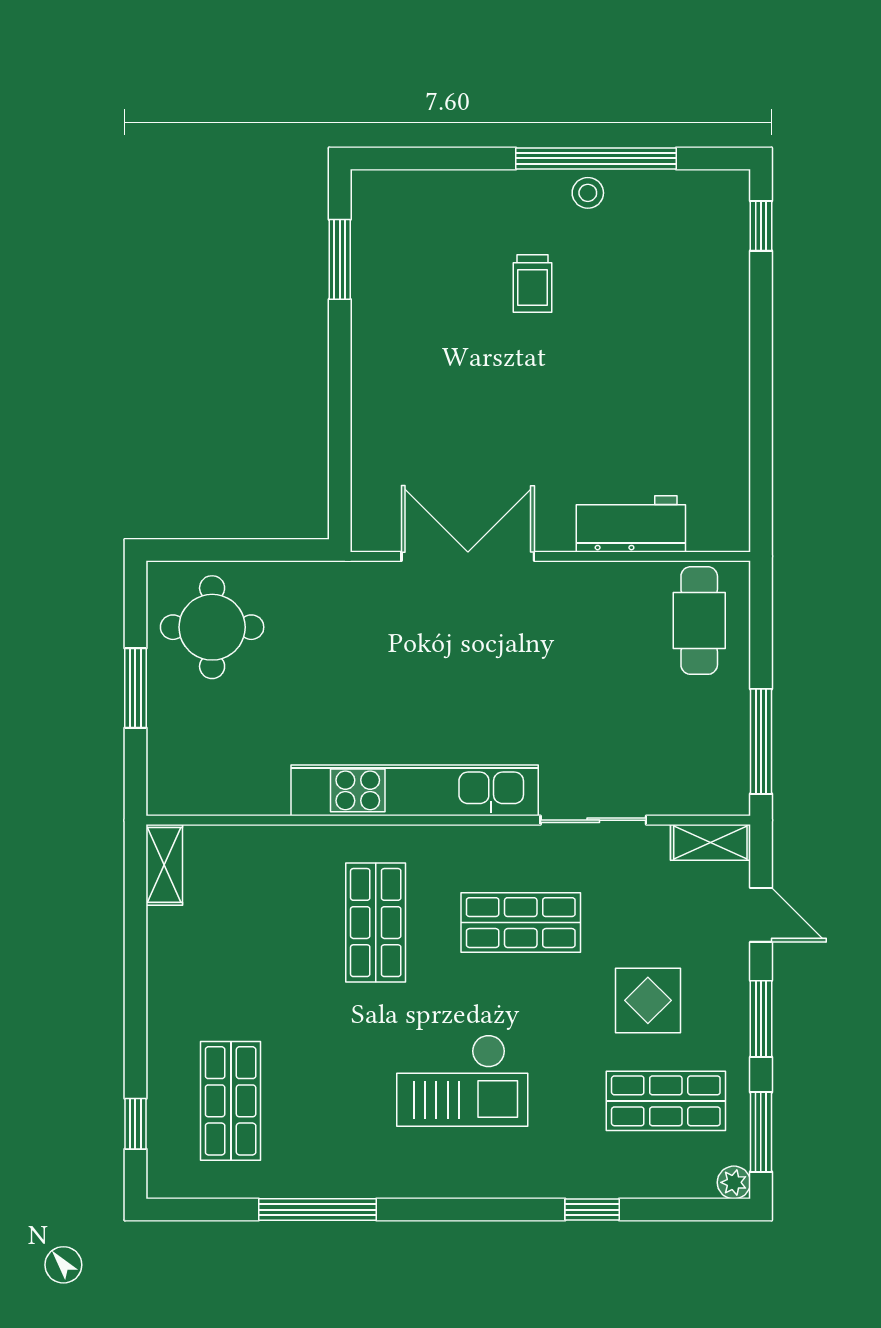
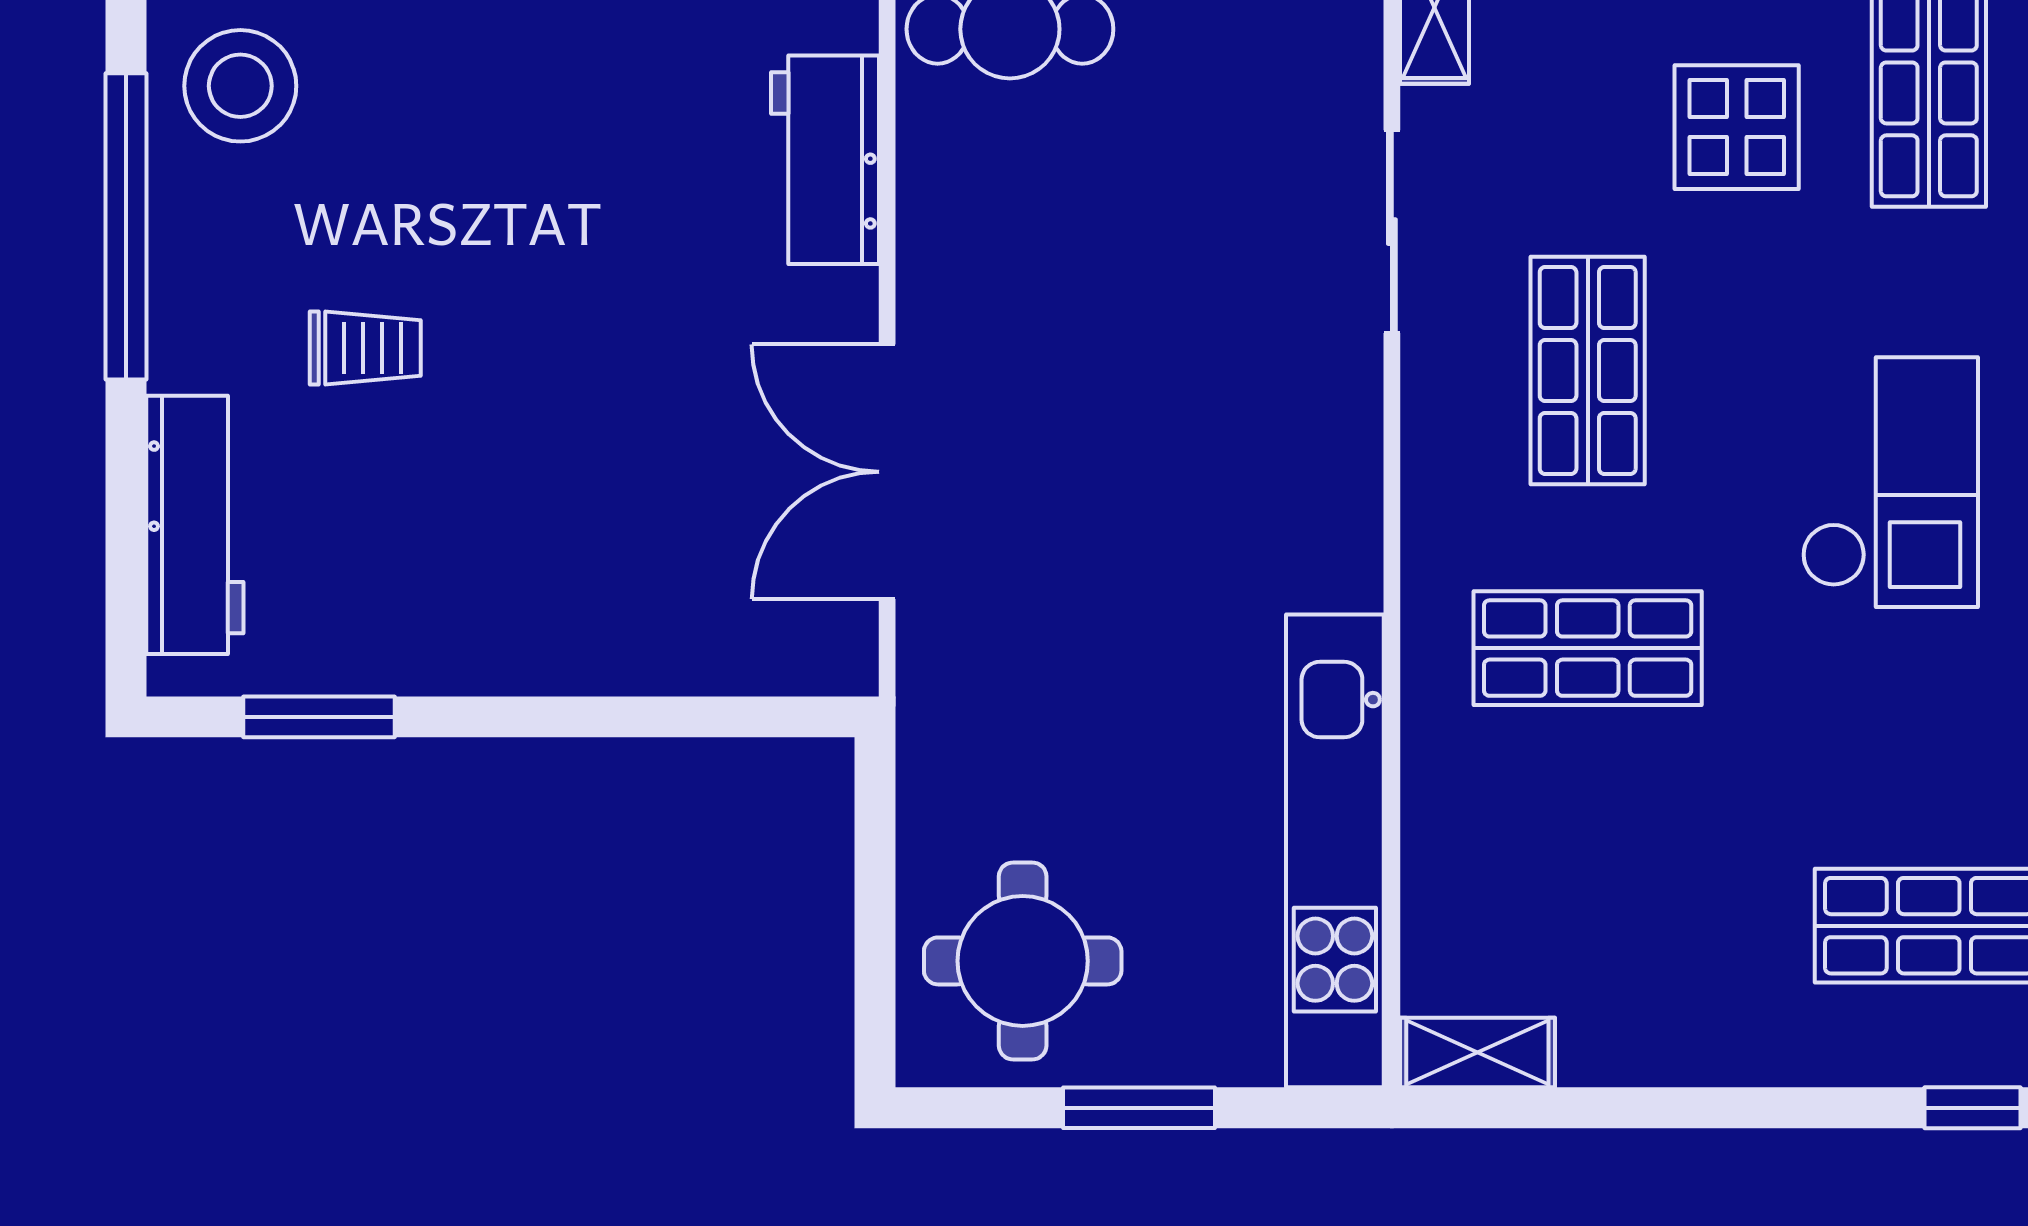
stool: (588, 193) -> (240, 86), moved, width x1.89, depth x1.89
workbench: (440, 194) -> (195, 525), added
kitchen unit: (415, 790) -> (1335, 851), moved

